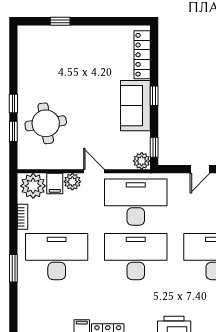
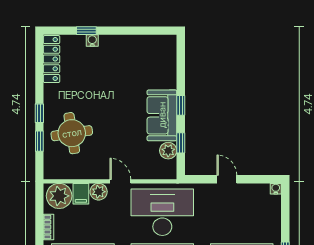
water cooler: (66, 31) -> (92, 41), added
locker: (142, 55) -> (51, 59), moved, turned 180
window: (154, 147) -> (181, 143), moved
plant: (142, 161) -> (168, 151), moved
door: (200, 169) -> (227, 179), swing flipped

